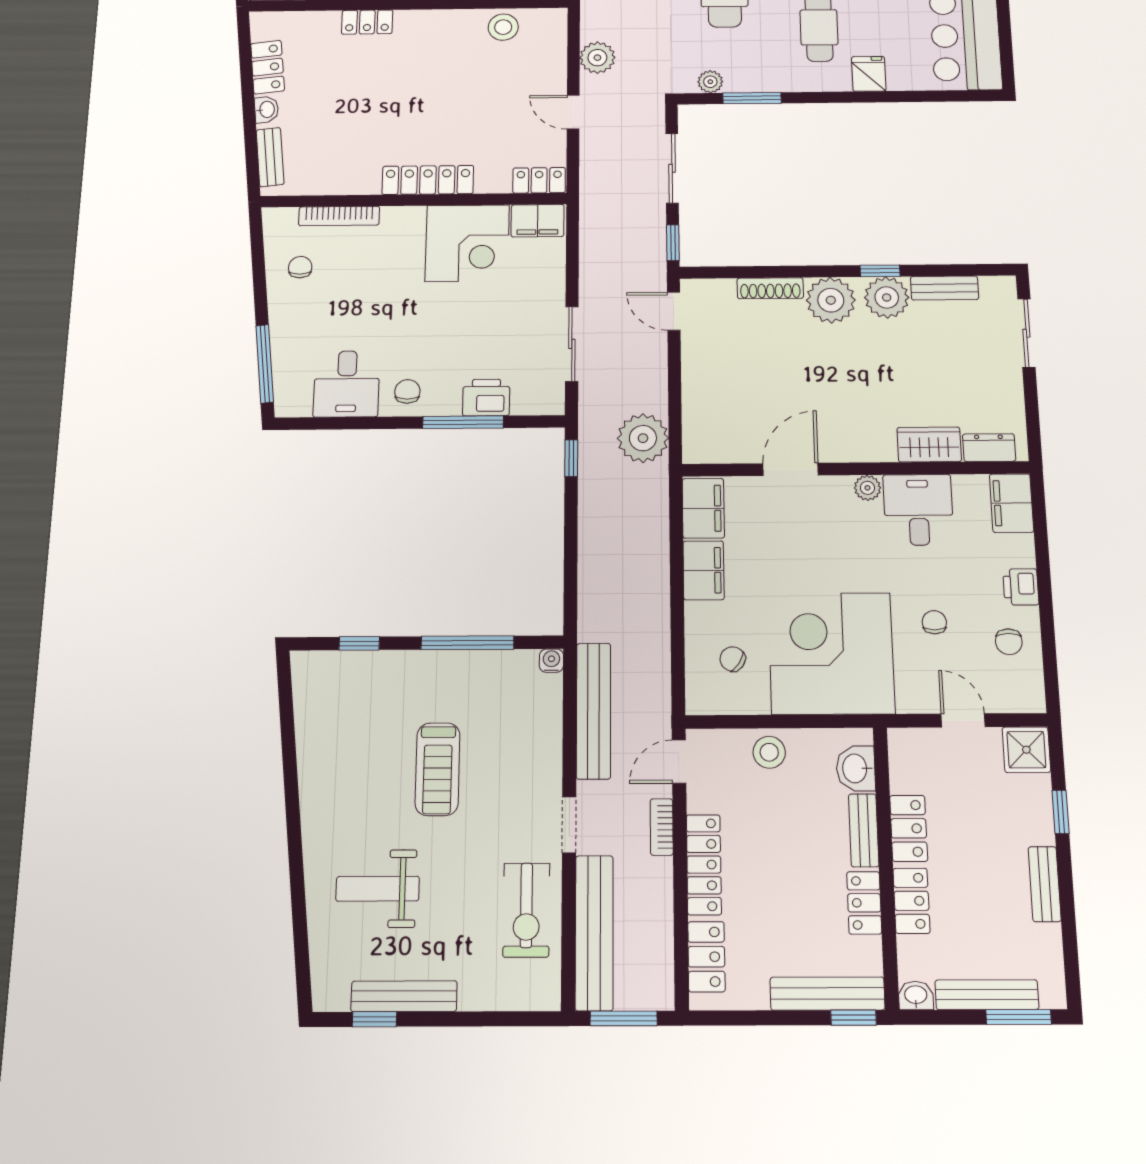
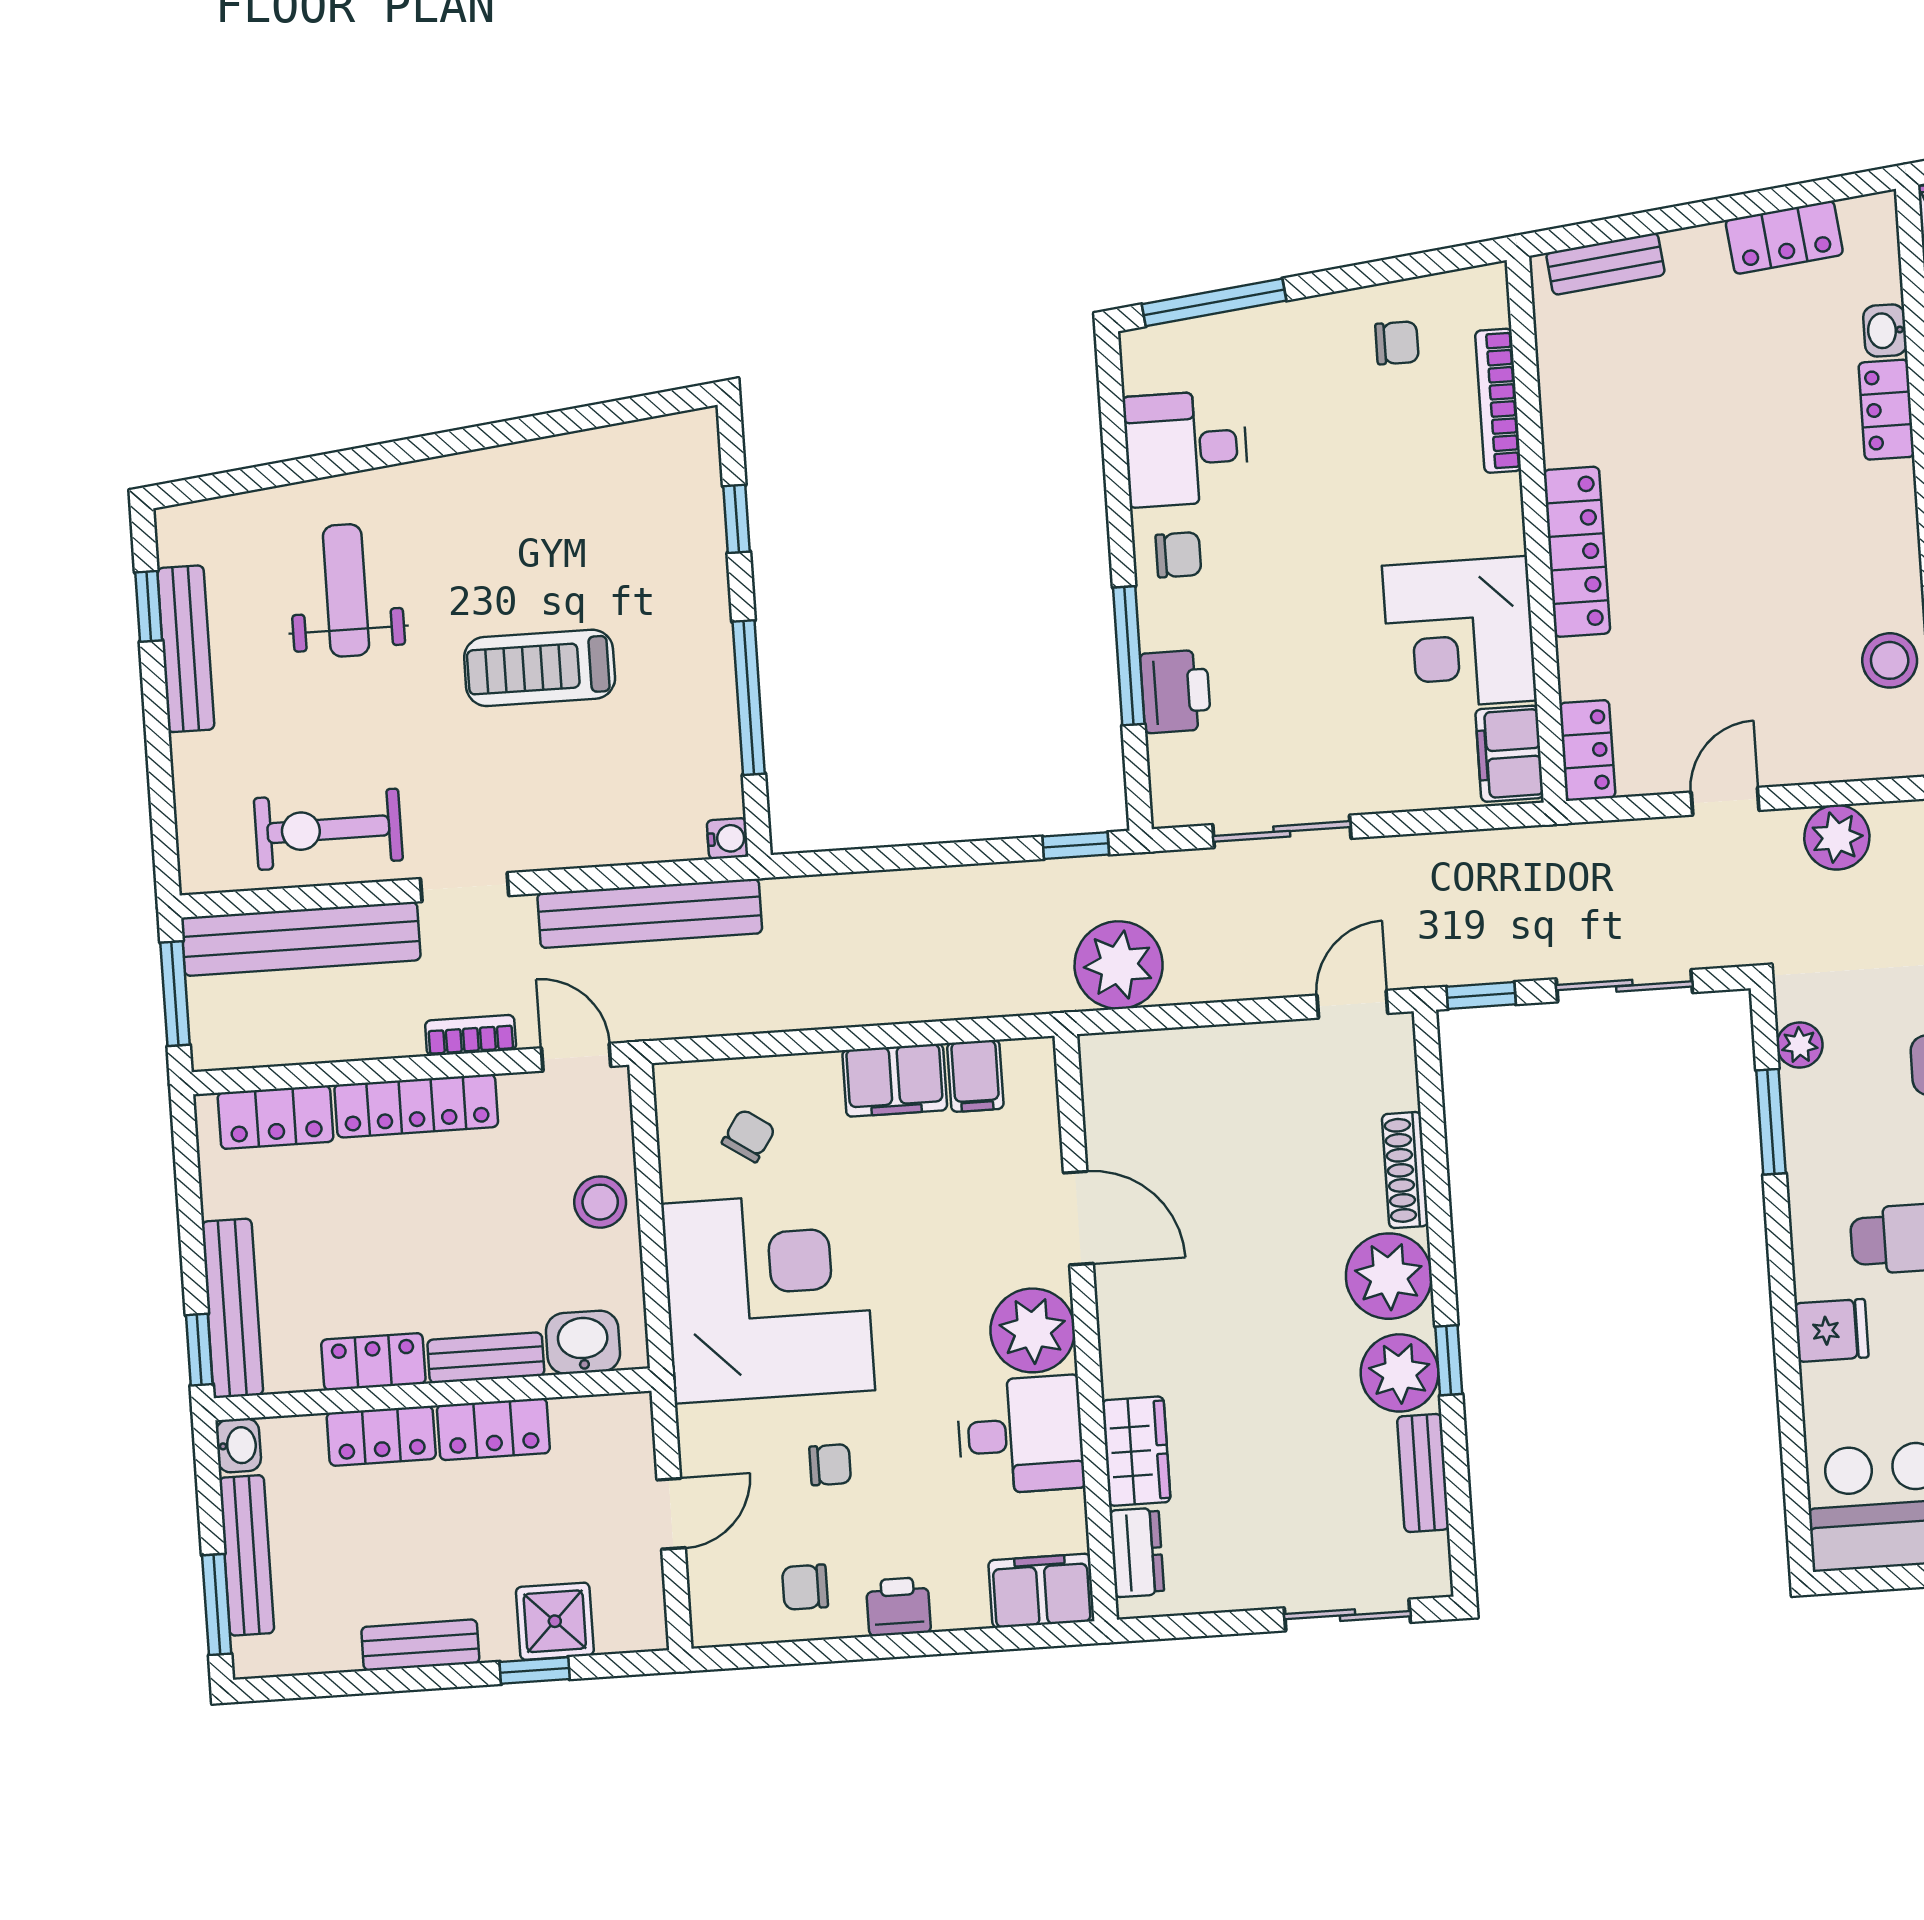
washbasin: (266, 109) -> (1885, 331), moved, turned 96
plant: (867, 488) -> (1033, 1330), width x1.88, depth x1.88
filing cabinet: (703, 508) -> (975, 1076), width x0.50
shower: (1026, 750) -> (555, 1621), moved

